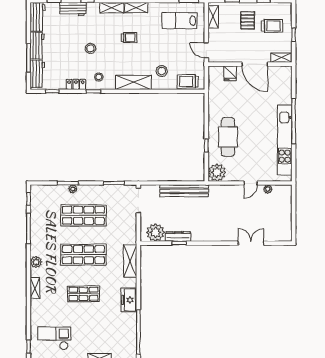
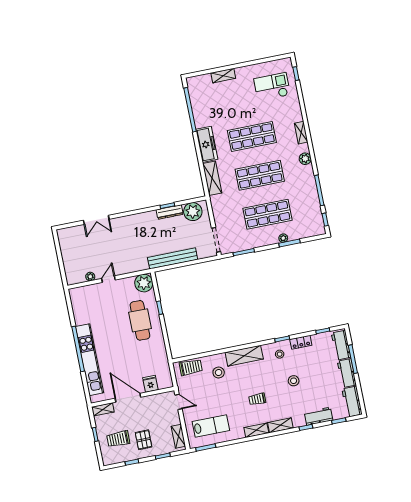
kitchen unit: (285, 140) -> (89, 360), moved
shop shelf: (83, 294) -> (252, 136), width x1.43, depth x1.36
freezer: (129, 300) -> (207, 144), width x1.40
checkout: (54, 338) -> (272, 87), turned 180

